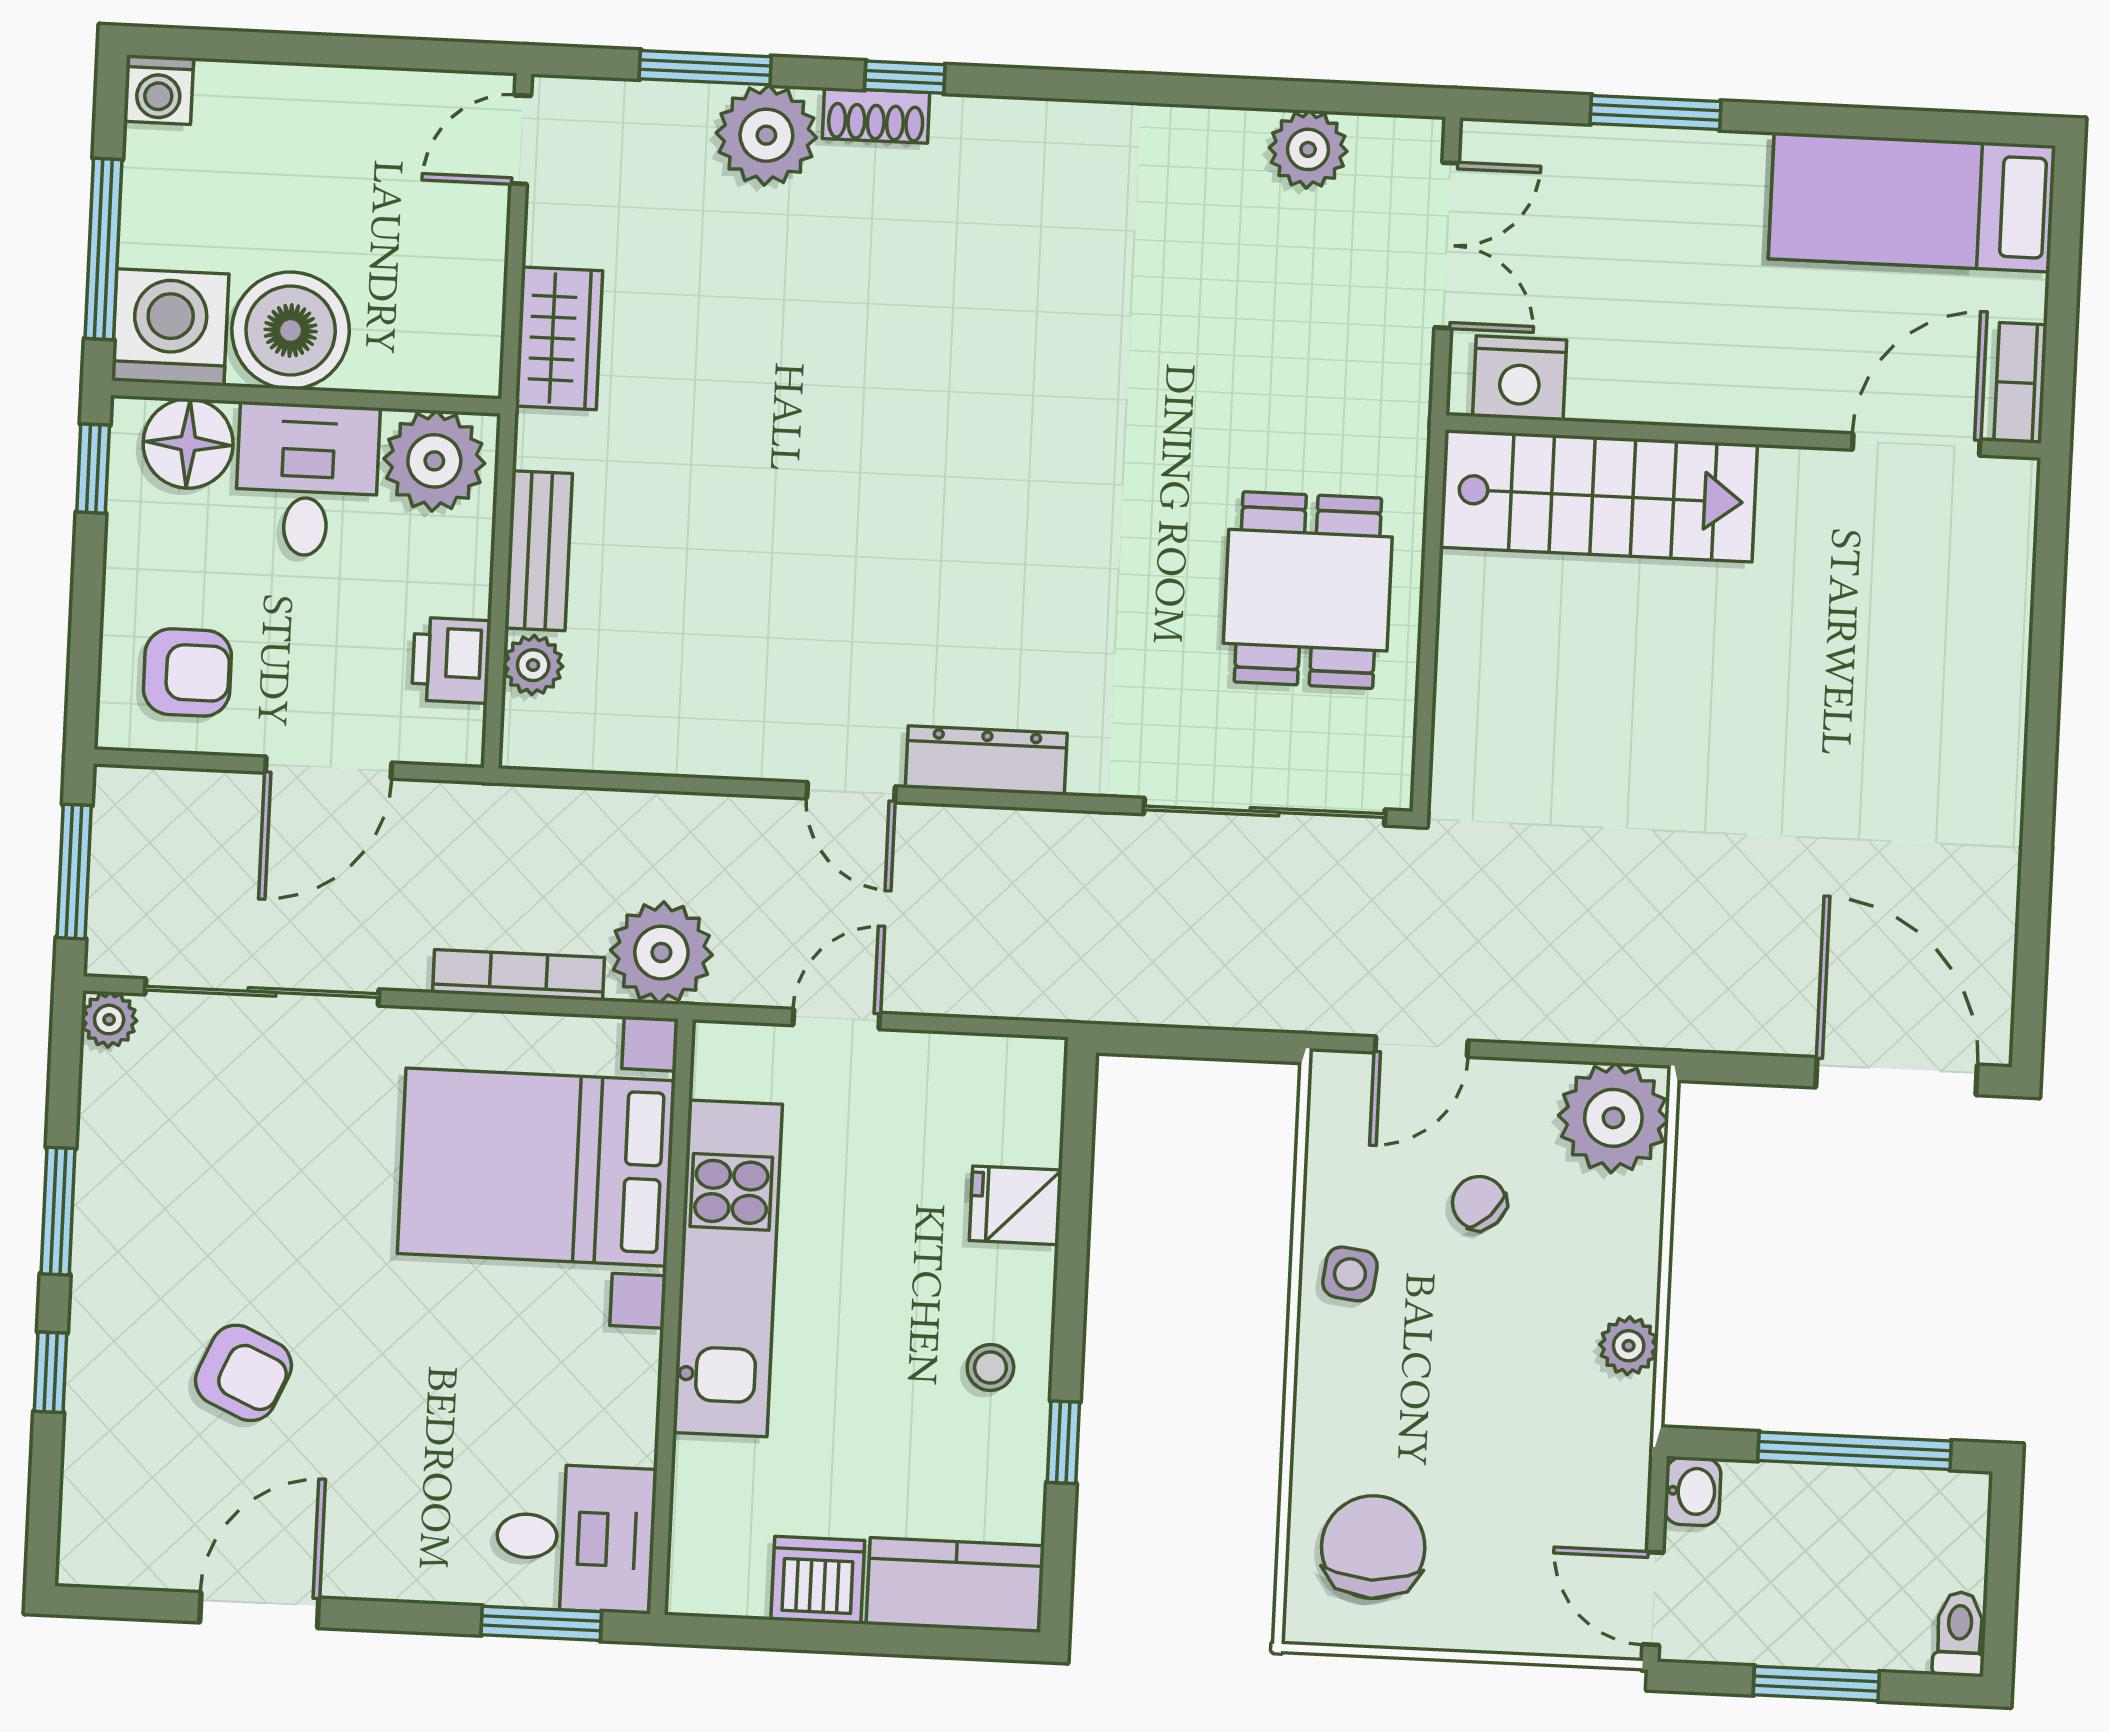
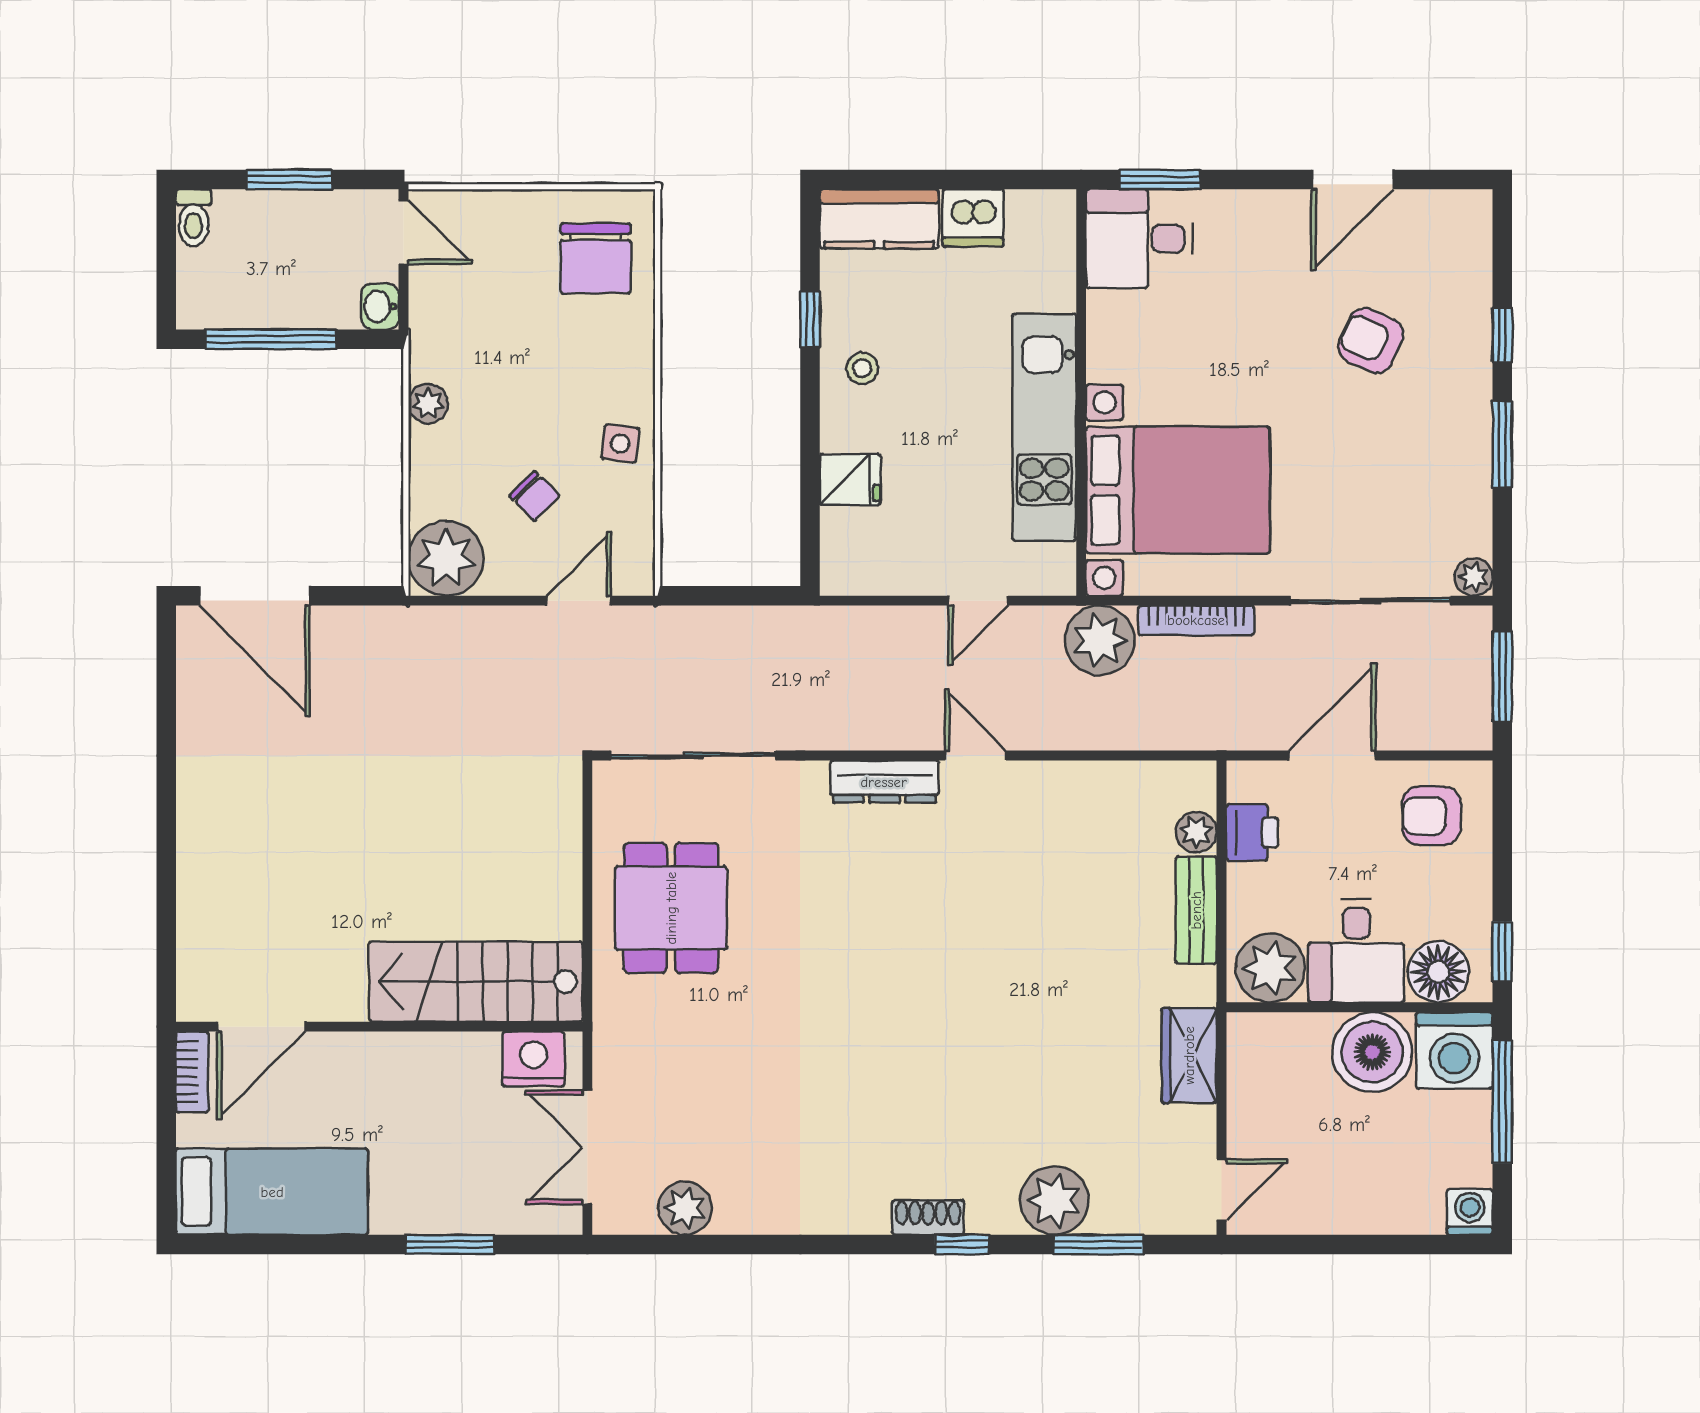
shoe rack: (876, 115) -> (928, 1217), moved

